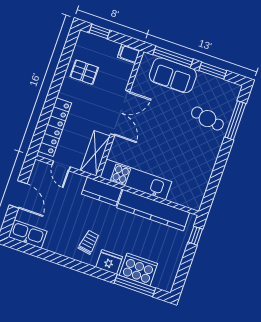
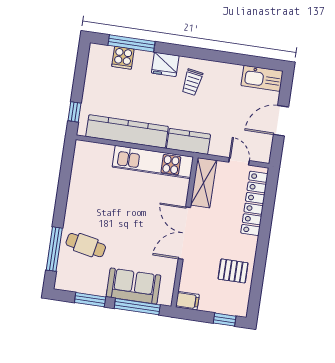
door: (18, 194) -> (281, 121), hinge flipped
cooker: (138, 269) -> (123, 58), width x0.53, depth x0.76

